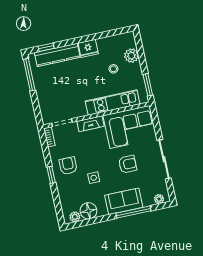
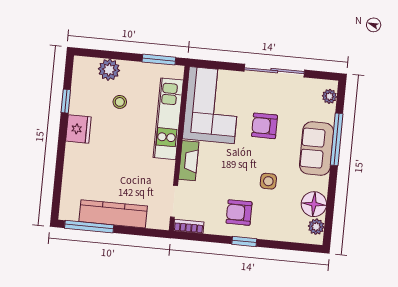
window: (46, 47) -> (66, 101), moved
kitchen counter: (57, 55) -> (113, 214), moved, turned -90
armchair: (128, 164) -> (265, 126), turned -90

